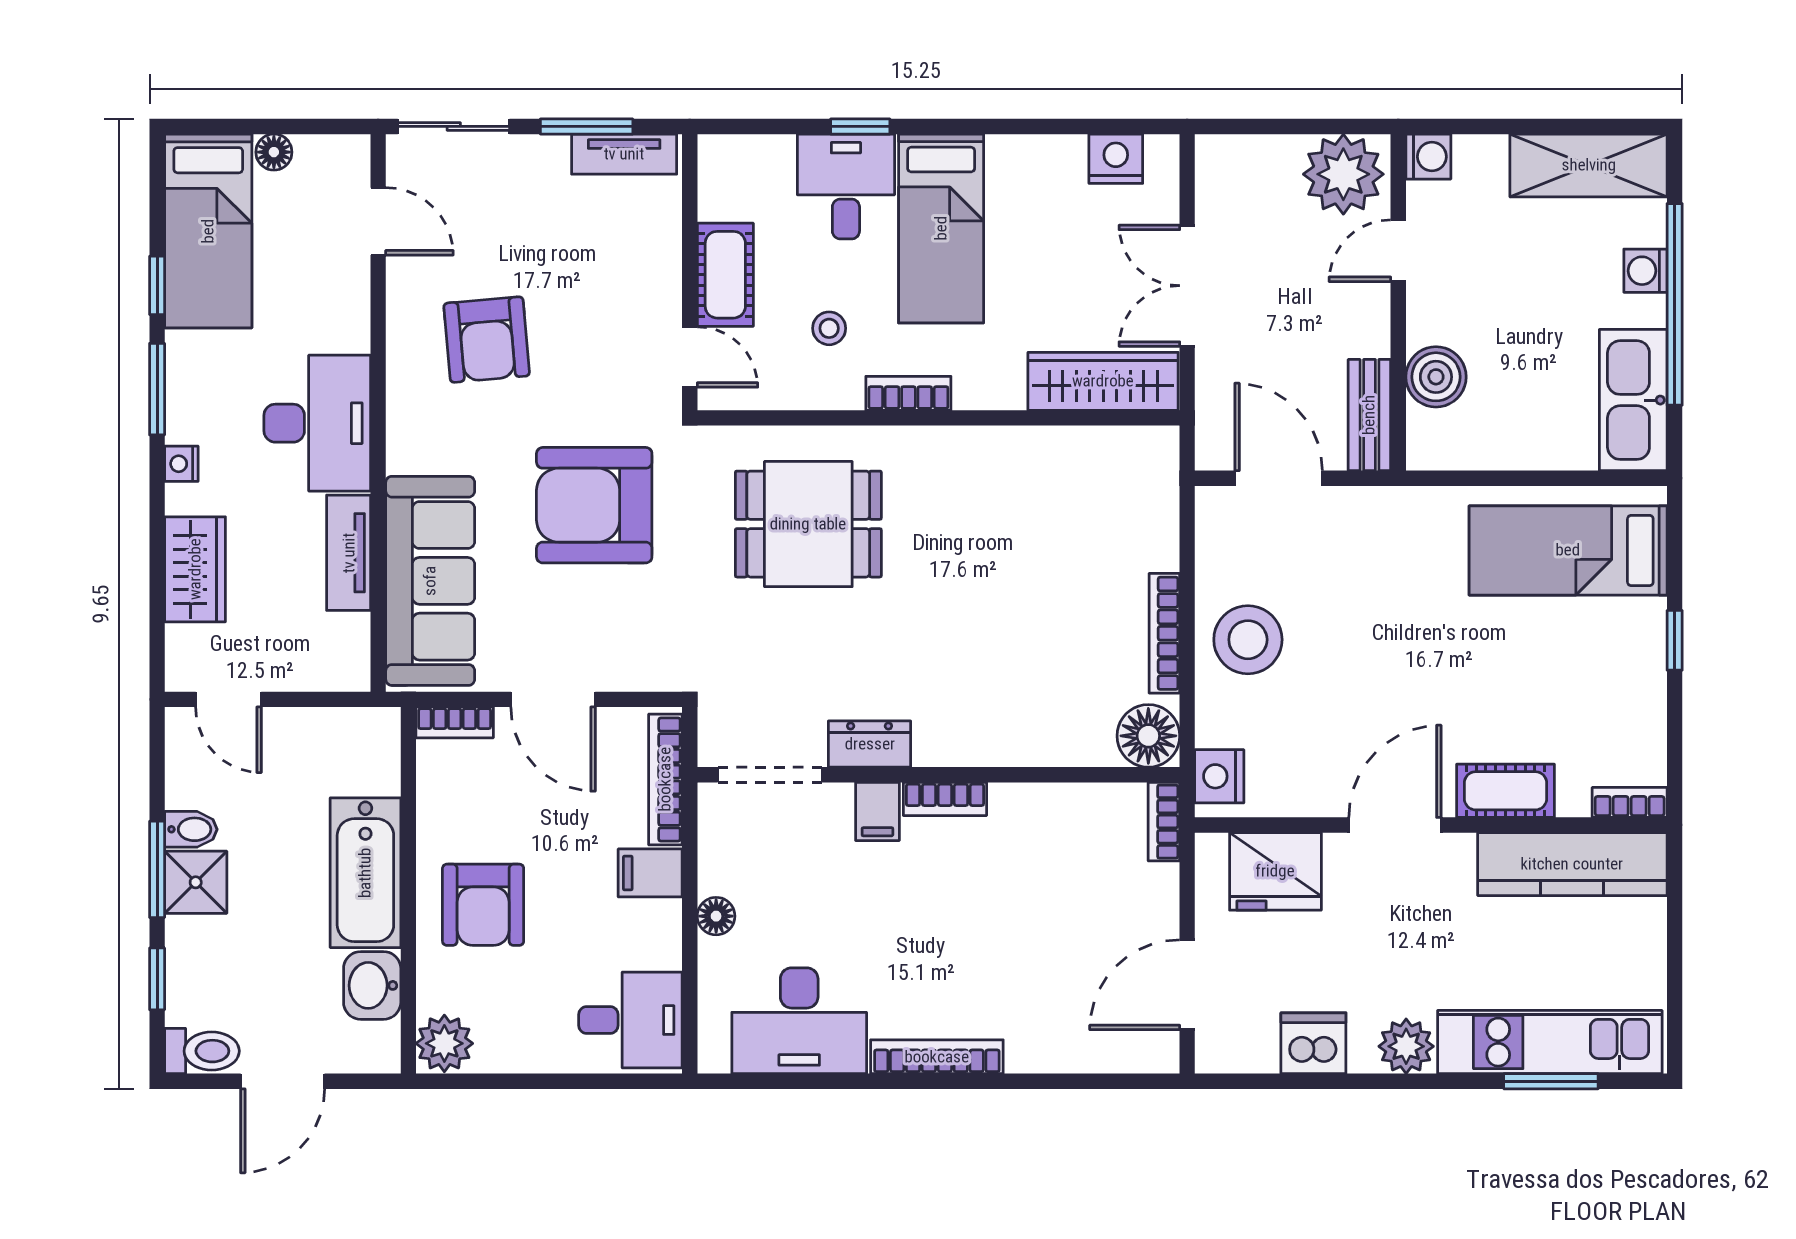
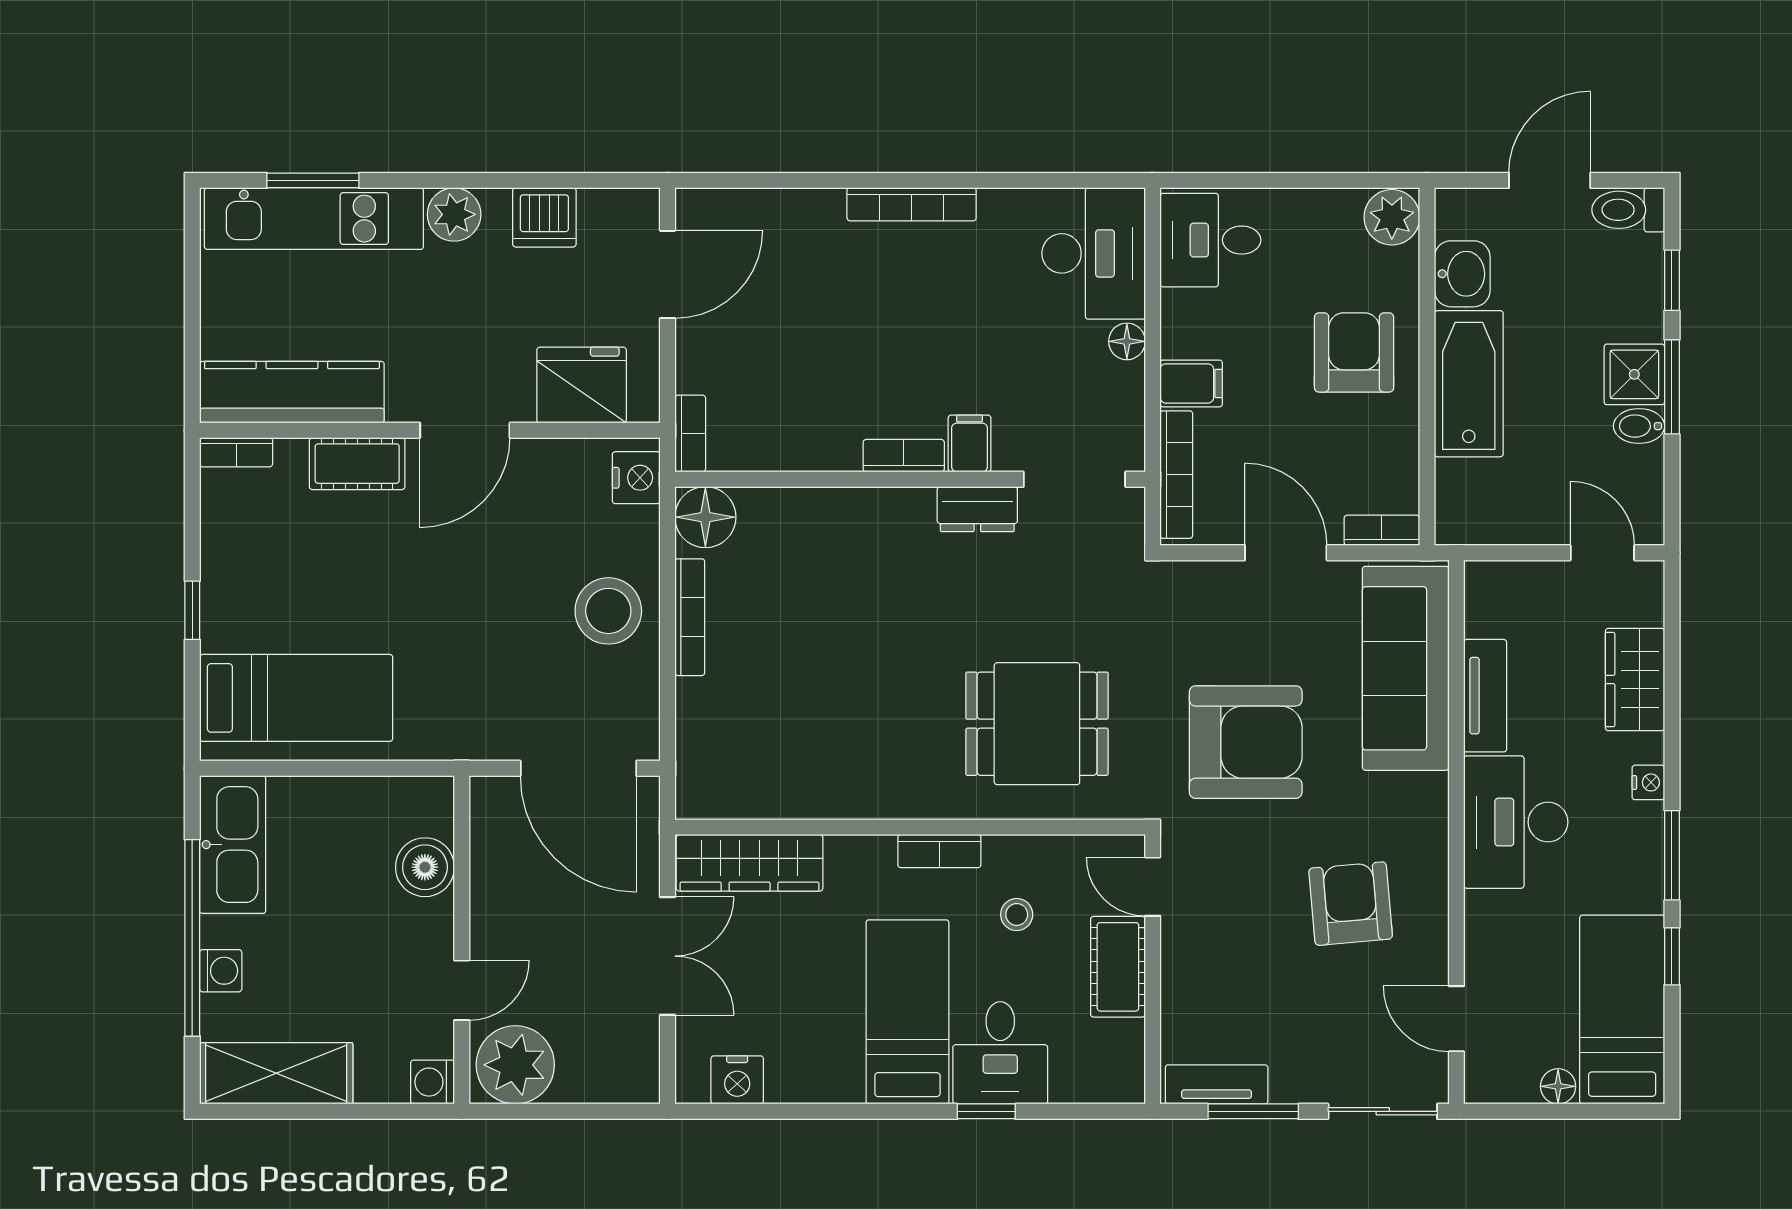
bench: (1369, 415) -> (490, 830), removed
door: (1279, 478) -> (578, 768), width x1.36
desk: (799, 1021) -> (1094, 253), moved, turned 90

